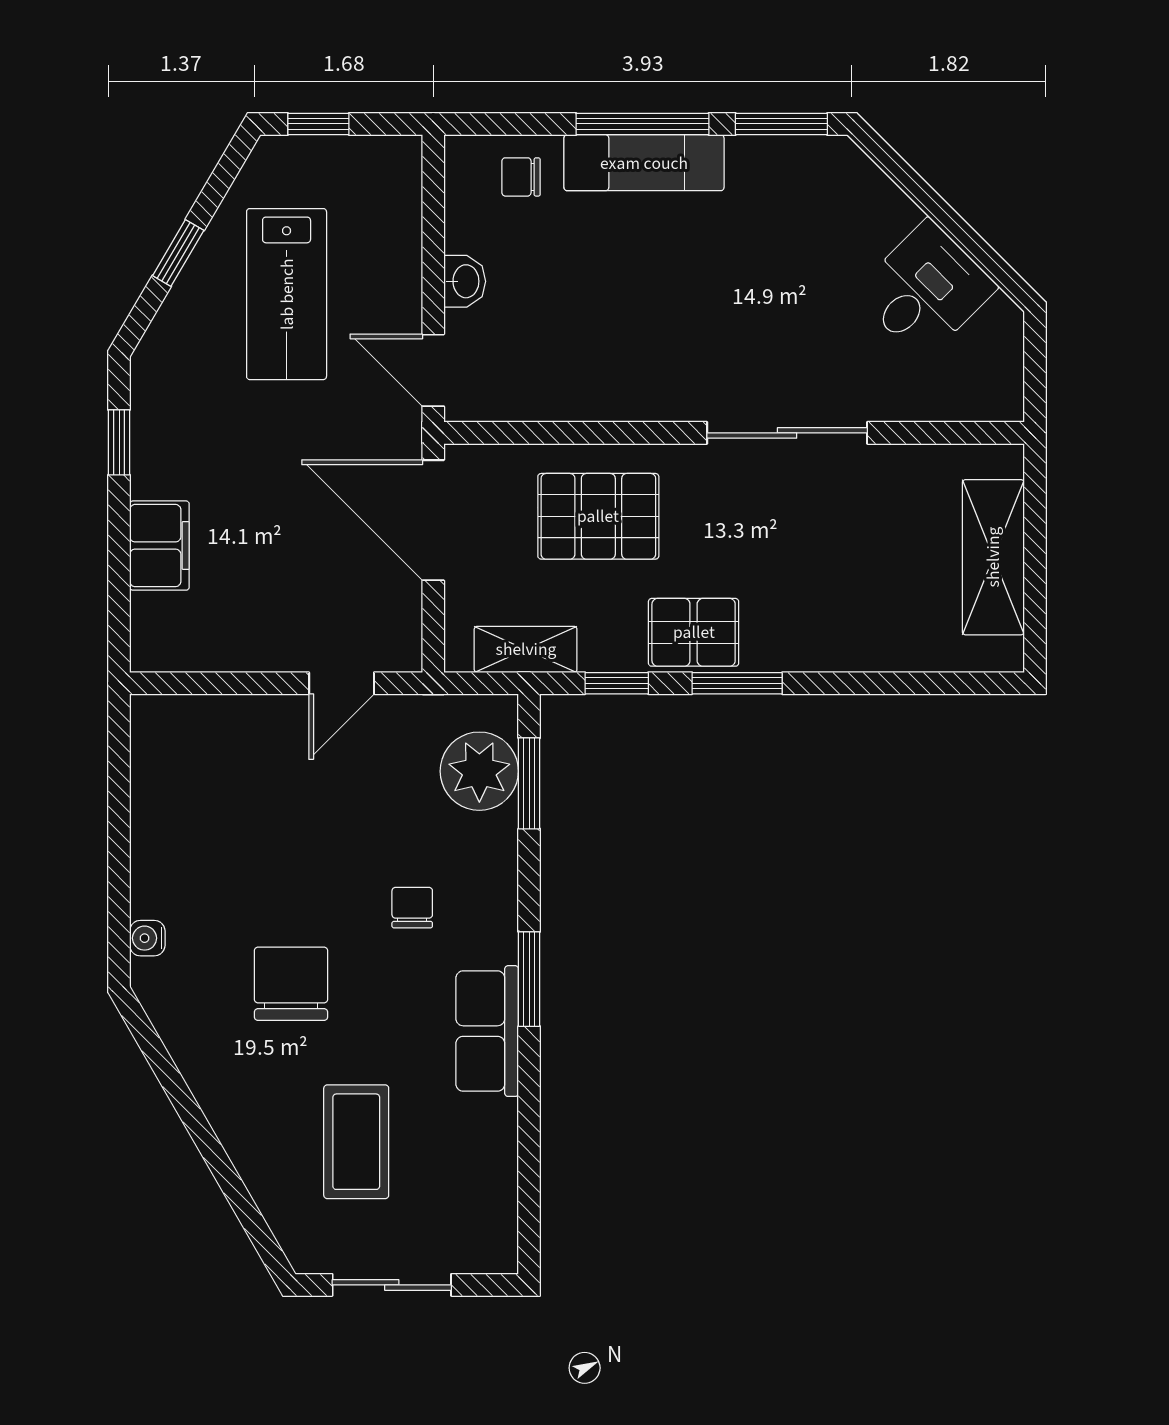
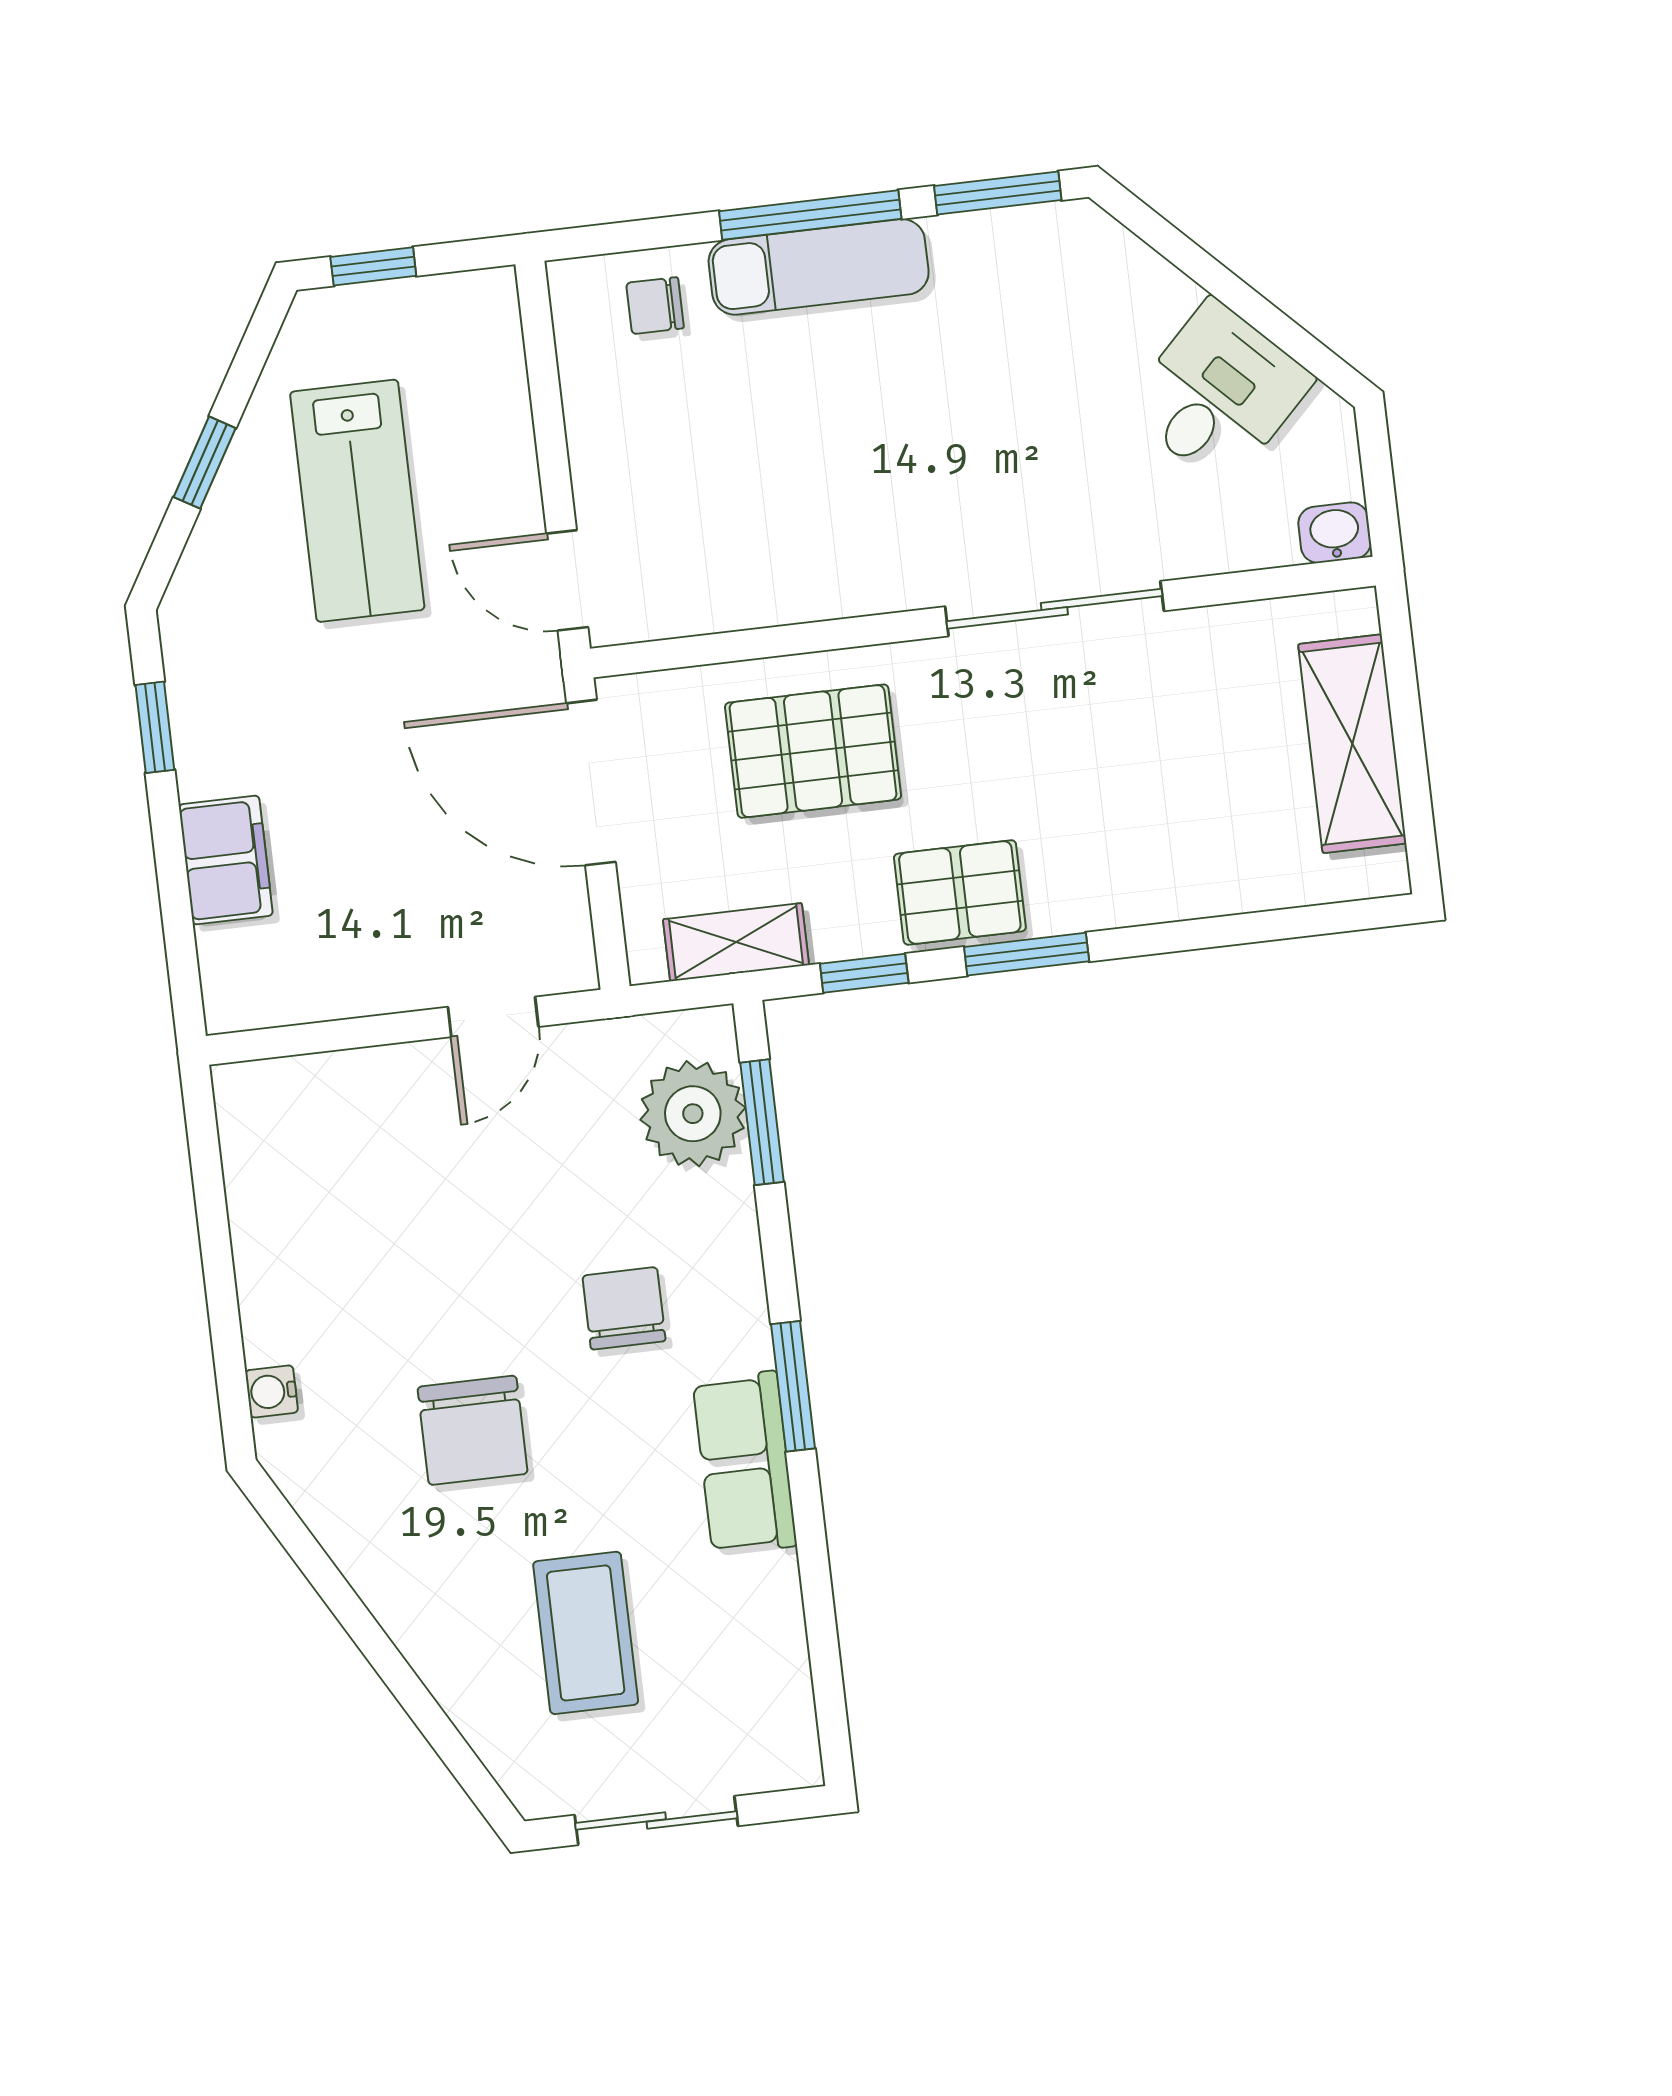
washbasin: (465, 281) -> (1335, 533), moved, turned -90
chair: (412, 908) -> (624, 1308), width x1.37, depth x1.37
chair: (291, 984) -> (473, 1430), turned 180

